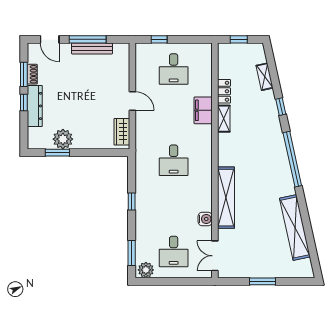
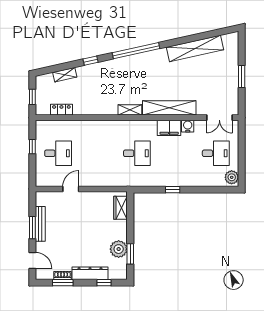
door: (50, 39) -> (32, 260), hinge flipped
window: (88, 39) -> (32, 228), width x0.69
window: (159, 39) -> (32, 147), moved
locker: (224, 91) -> (61, 110), moved
door: (132, 101) -> (71, 189), moved
window: (24, 102) -> (104, 283), moved
filing cabinet: (203, 110) -> (169, 128), moved
shelving: (224, 119) -> (130, 110), moved
wardrobe: (122, 132) -> (121, 208), moved, turned 90
window: (132, 253) -> (217, 190), removed

